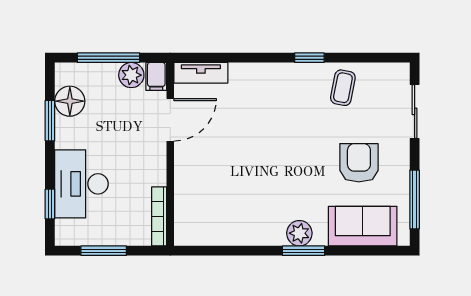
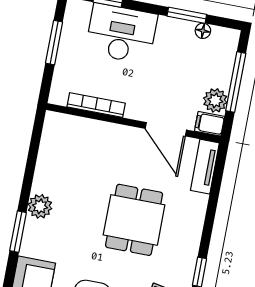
floor lamp: (70, 101) -> (203, 31), width x0.53, depth x0.53
dining table: (269, 135) -> (134, 220), added
bookcase: (159, 216) -> (96, 105), moved
plant: (299, 233) -> (40, 206), moved

